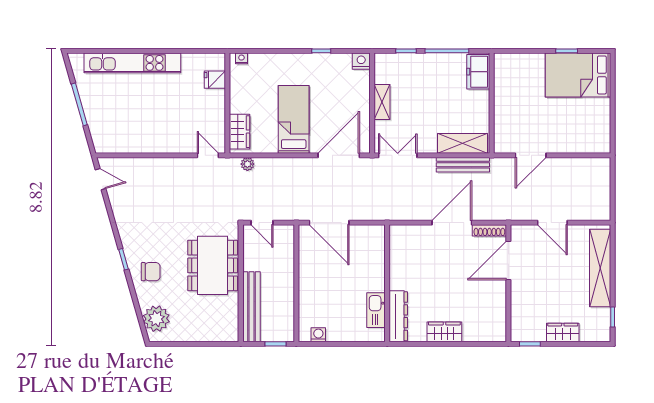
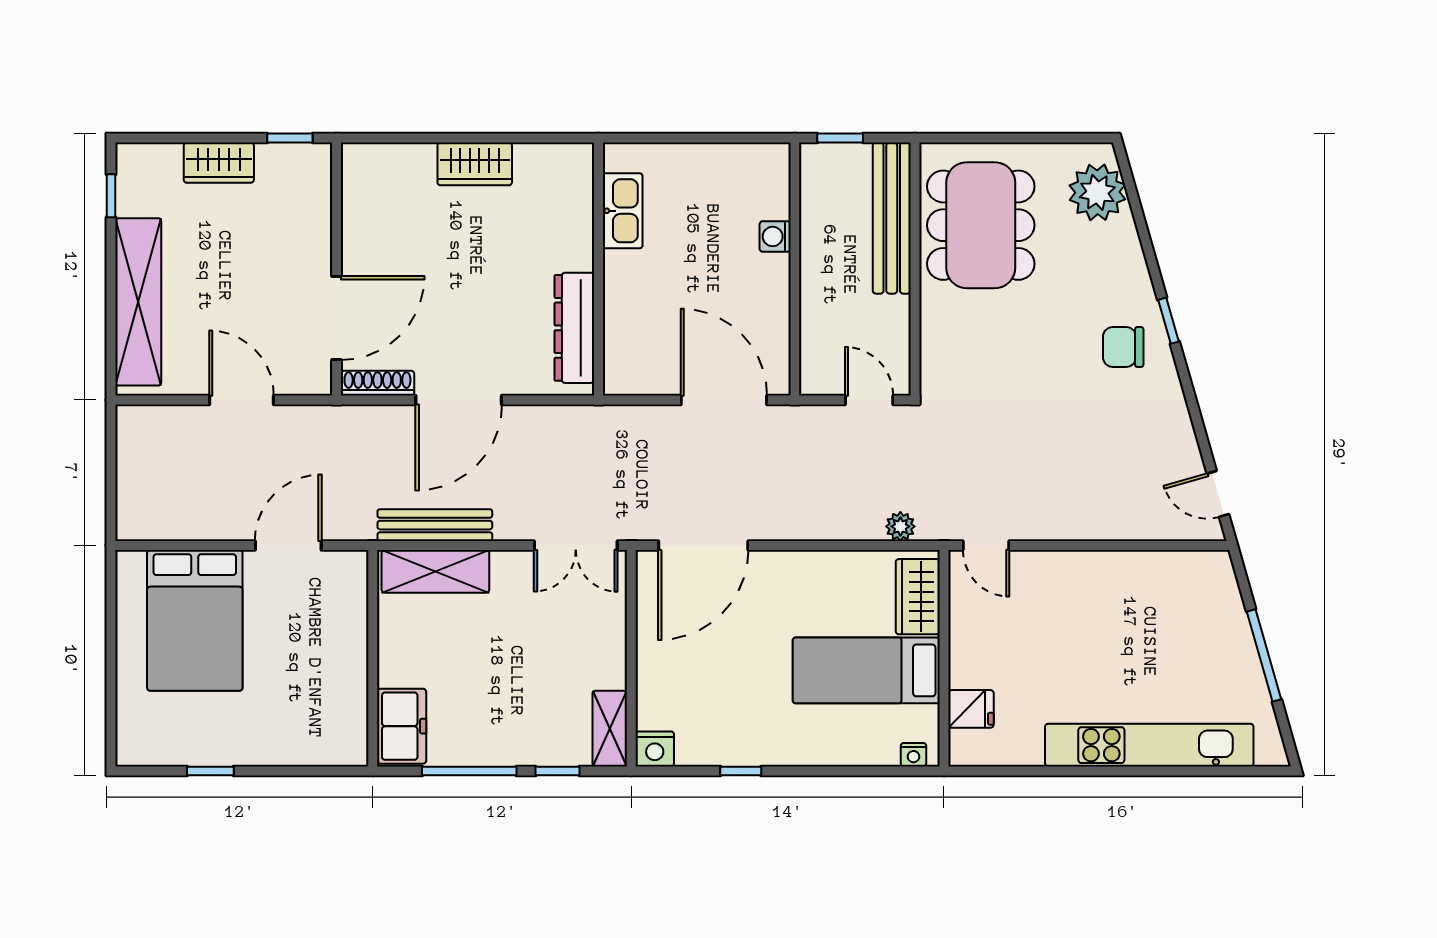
bed: (578, 75) -> (195, 620), moved, turned 90
shelving: (382, 102) -> (610, 729), moved
bed: (294, 119) -> (866, 670), moved, turned 90
dining table: (213, 265) -> (981, 225), moved
chair: (151, 272) -> (1123, 347), moved
dresser: (398, 316) -> (574, 328), moved
washing machine: (318, 335) -> (775, 236), moved, turned 90

